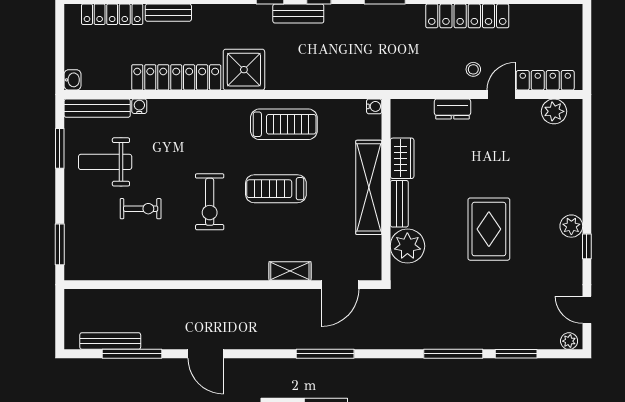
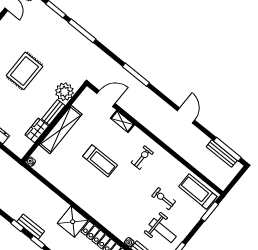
treadmill: (284, 124) -> (198, 192), moved
exercise bike: (210, 202) -> (142, 158), moved, width x0.73, depth x0.72
window: (132, 354) -> (227, 149), moved

